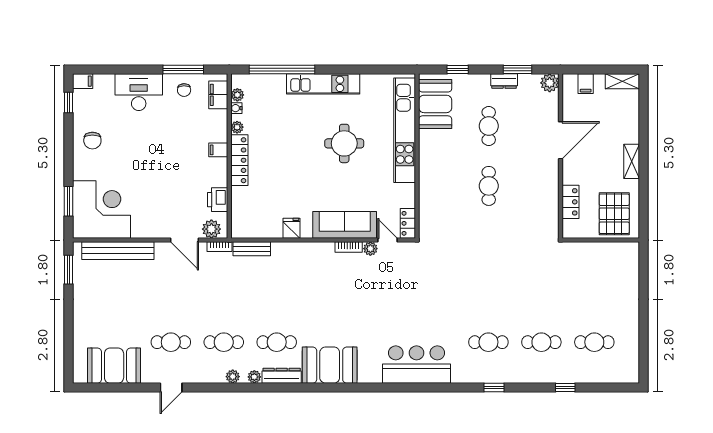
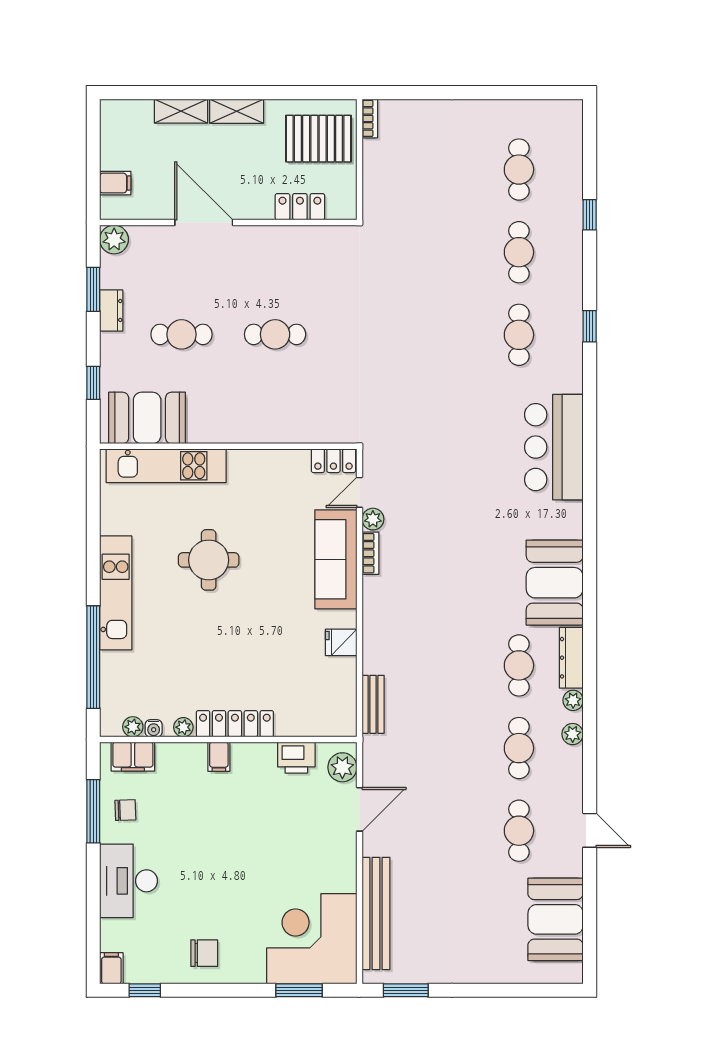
shelving: (622, 81) -> (181, 111), moved, turned 90
kitchen unit: (405, 130) -> (166, 466), width x0.73
bookcase: (219, 247) -> (370, 118), moved

